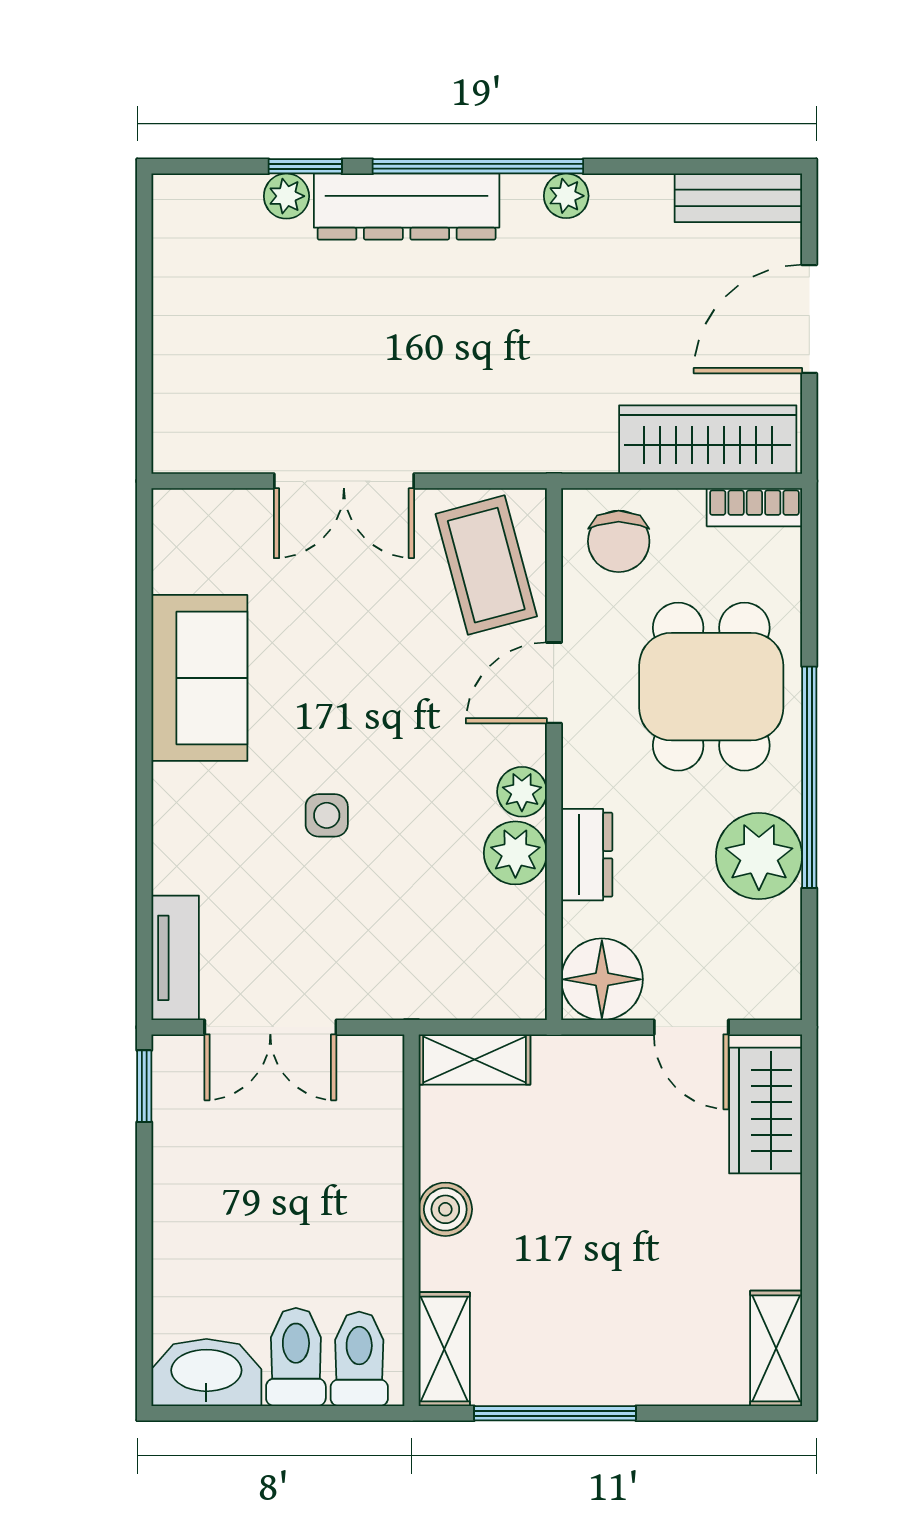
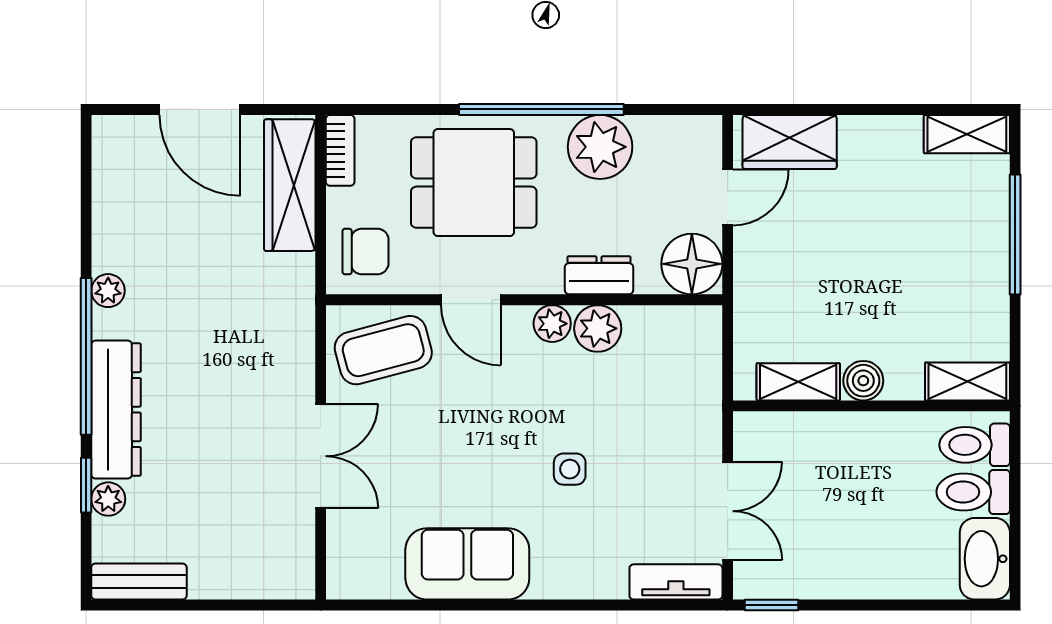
bench: (738, 198) -> (139, 582), moved, turned 90
shelving: (474, 1059) -> (798, 382), moved, turned 90
window: (555, 1413) -> (1015, 234), moved

